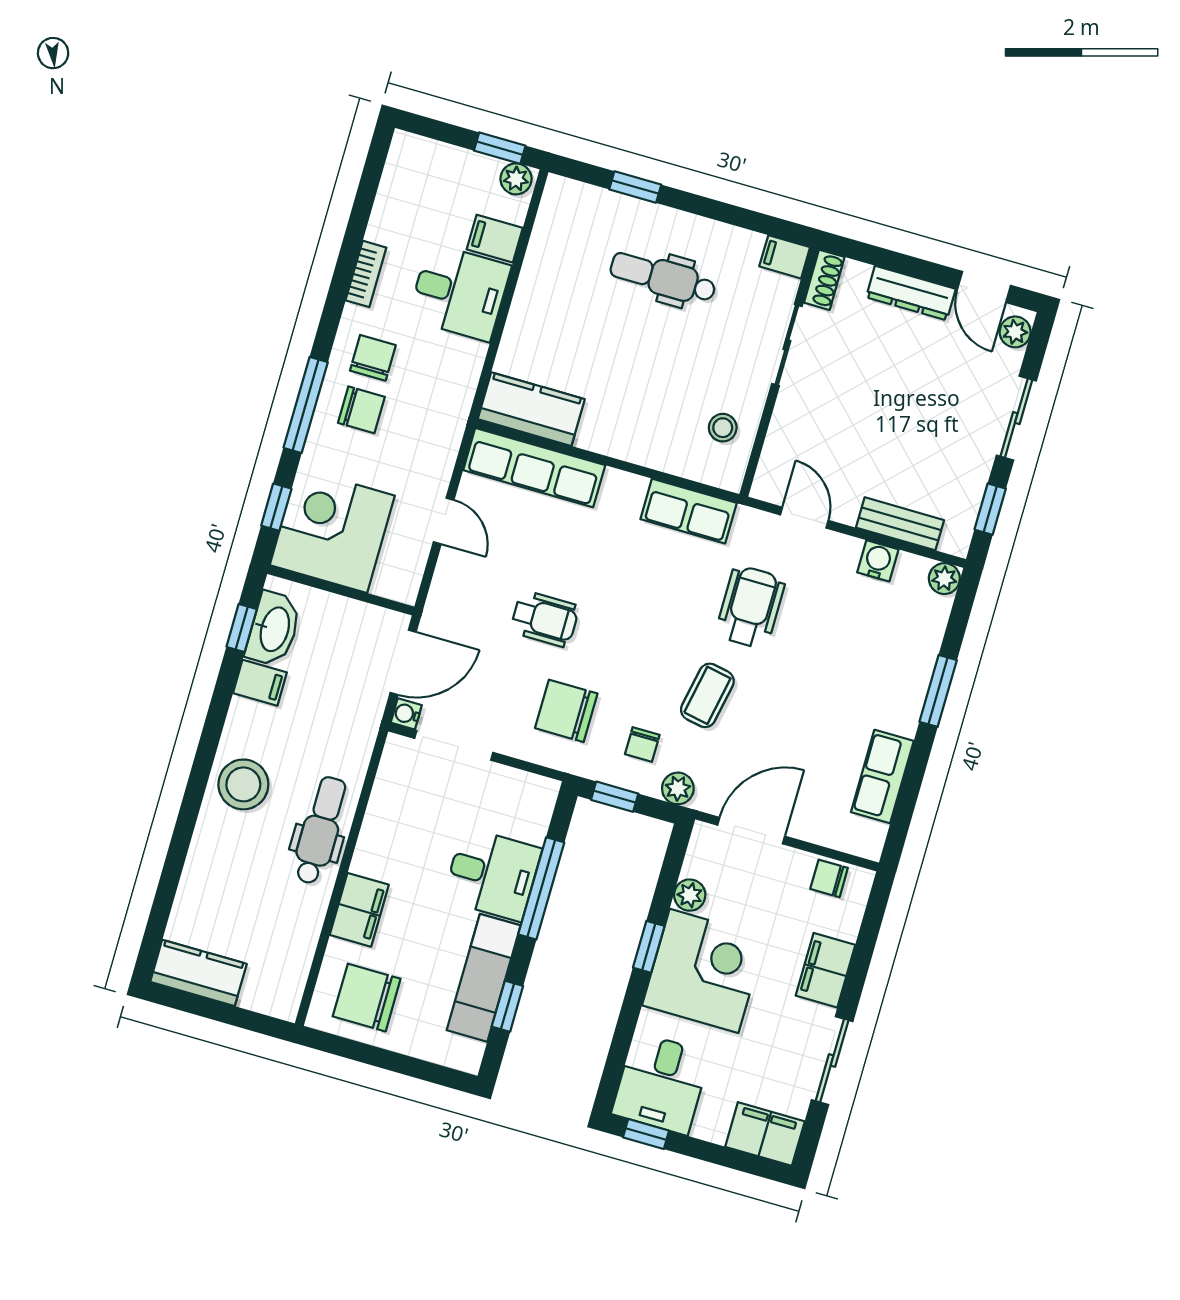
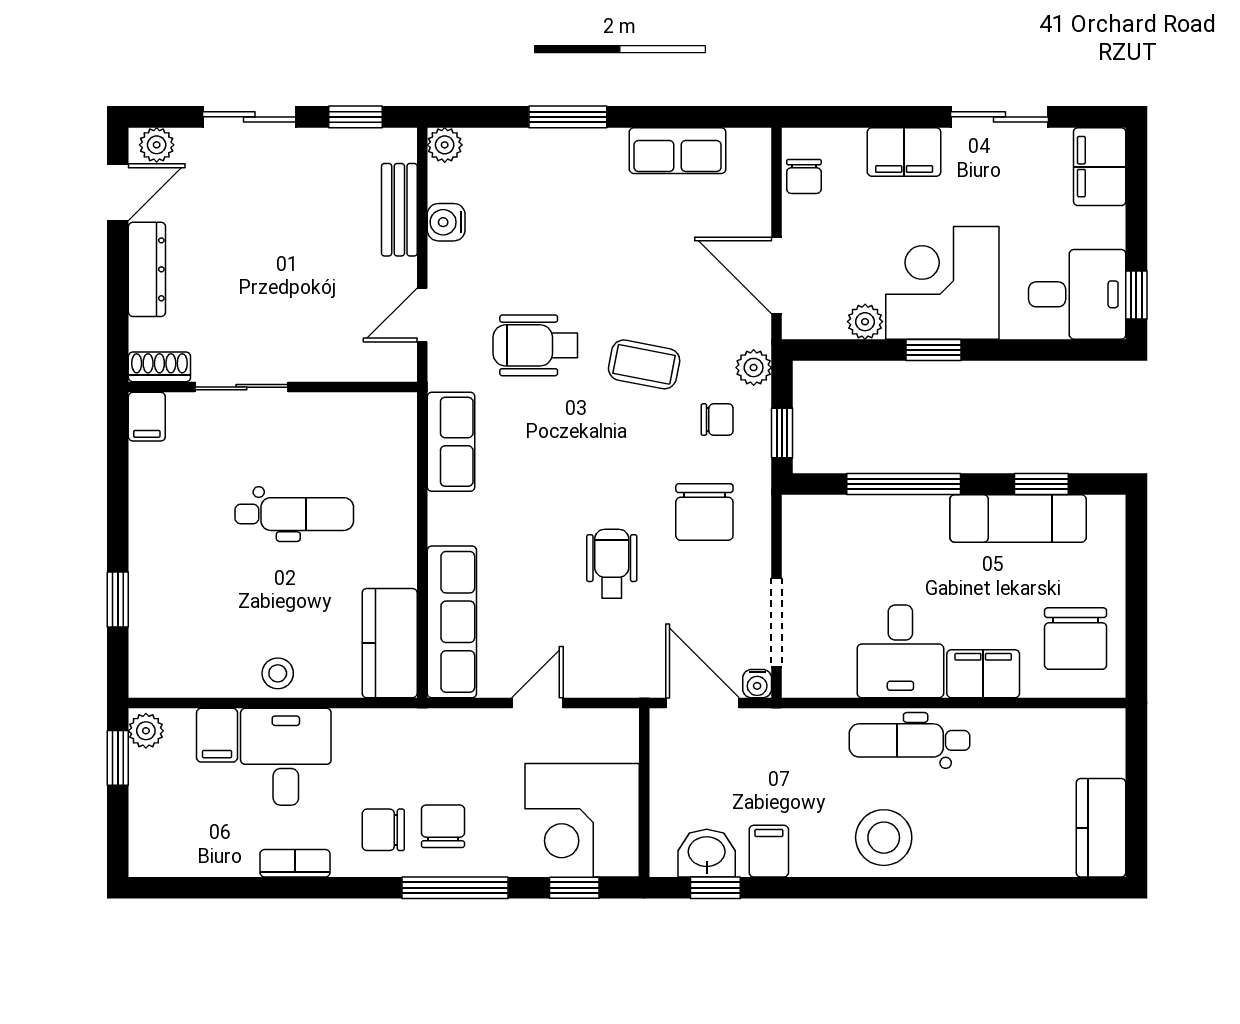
dental chair: (663, 278) -> (294, 514), moved, turned -90
stool: (723, 428) -> (278, 673), moved
washbasin: (274, 629) -> (707, 853), width x0.72
desk: (492, 874) -> (900, 651), moved, turned 180

